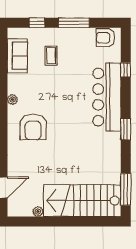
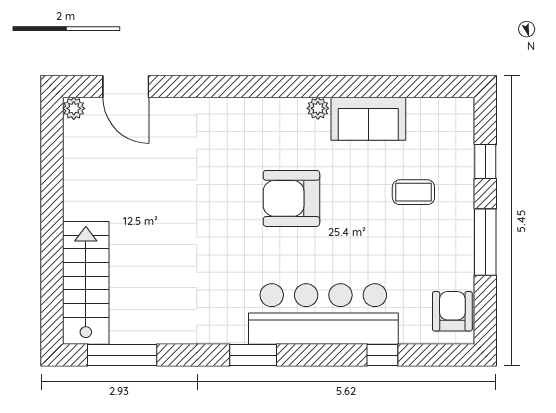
sofa: (17, 56) -> (368, 119), moved
armchair: (33, 127) -> (291, 198), moved
stairs: (82, 201) -> (86, 283), width x0.73, depth x0.66
plant: (38, 211) -> (74, 108), moved

